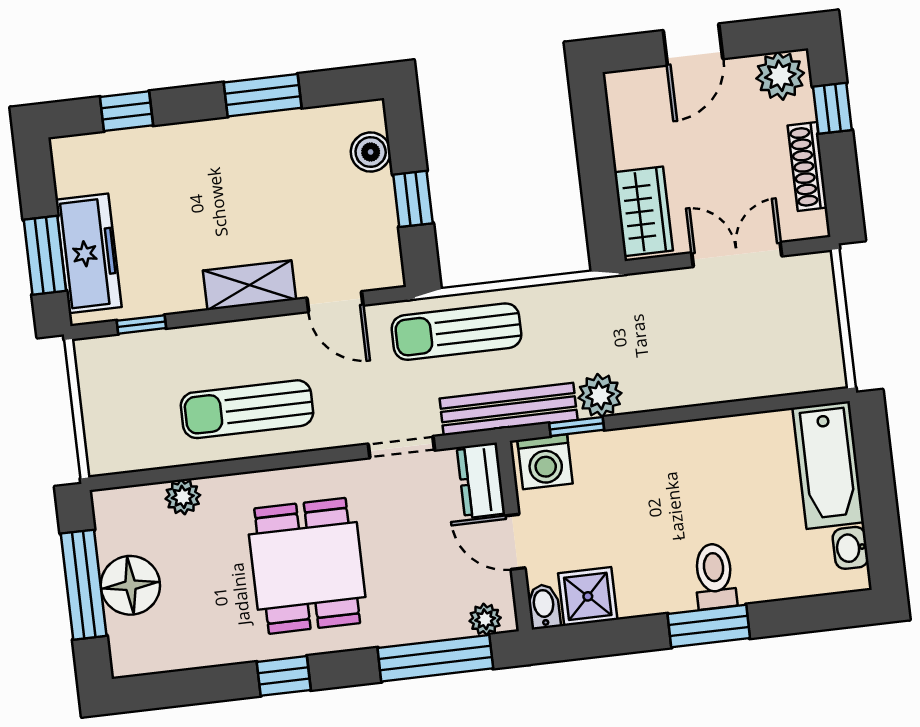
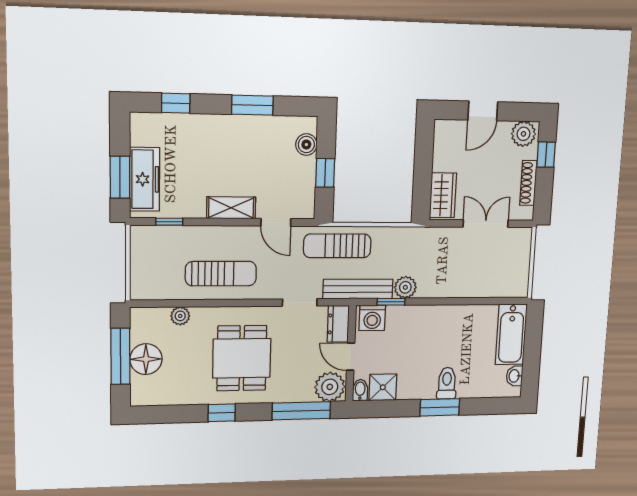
sun lounger: (247, 409) -> (221, 274), turned 180
plant: (485, 619) -> (330, 387), width x1.88, depth x1.88

